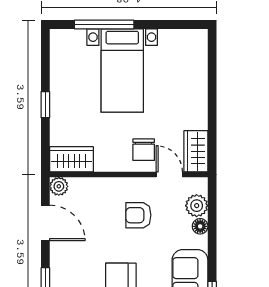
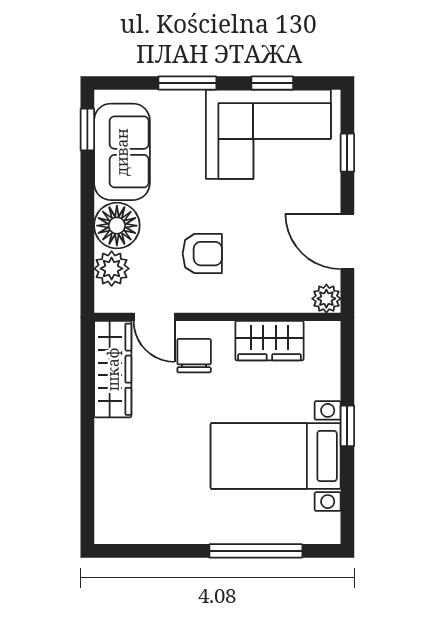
bed with nightstands: (122, 70) -> (276, 456), moved, turned -90
wardrobe: (196, 151) -> (113, 369), width x1.50
wardrobe: (71, 159) -> (269, 341), moved
floor lamp: (200, 226) -> (117, 226), width x1.89, depth x1.89

